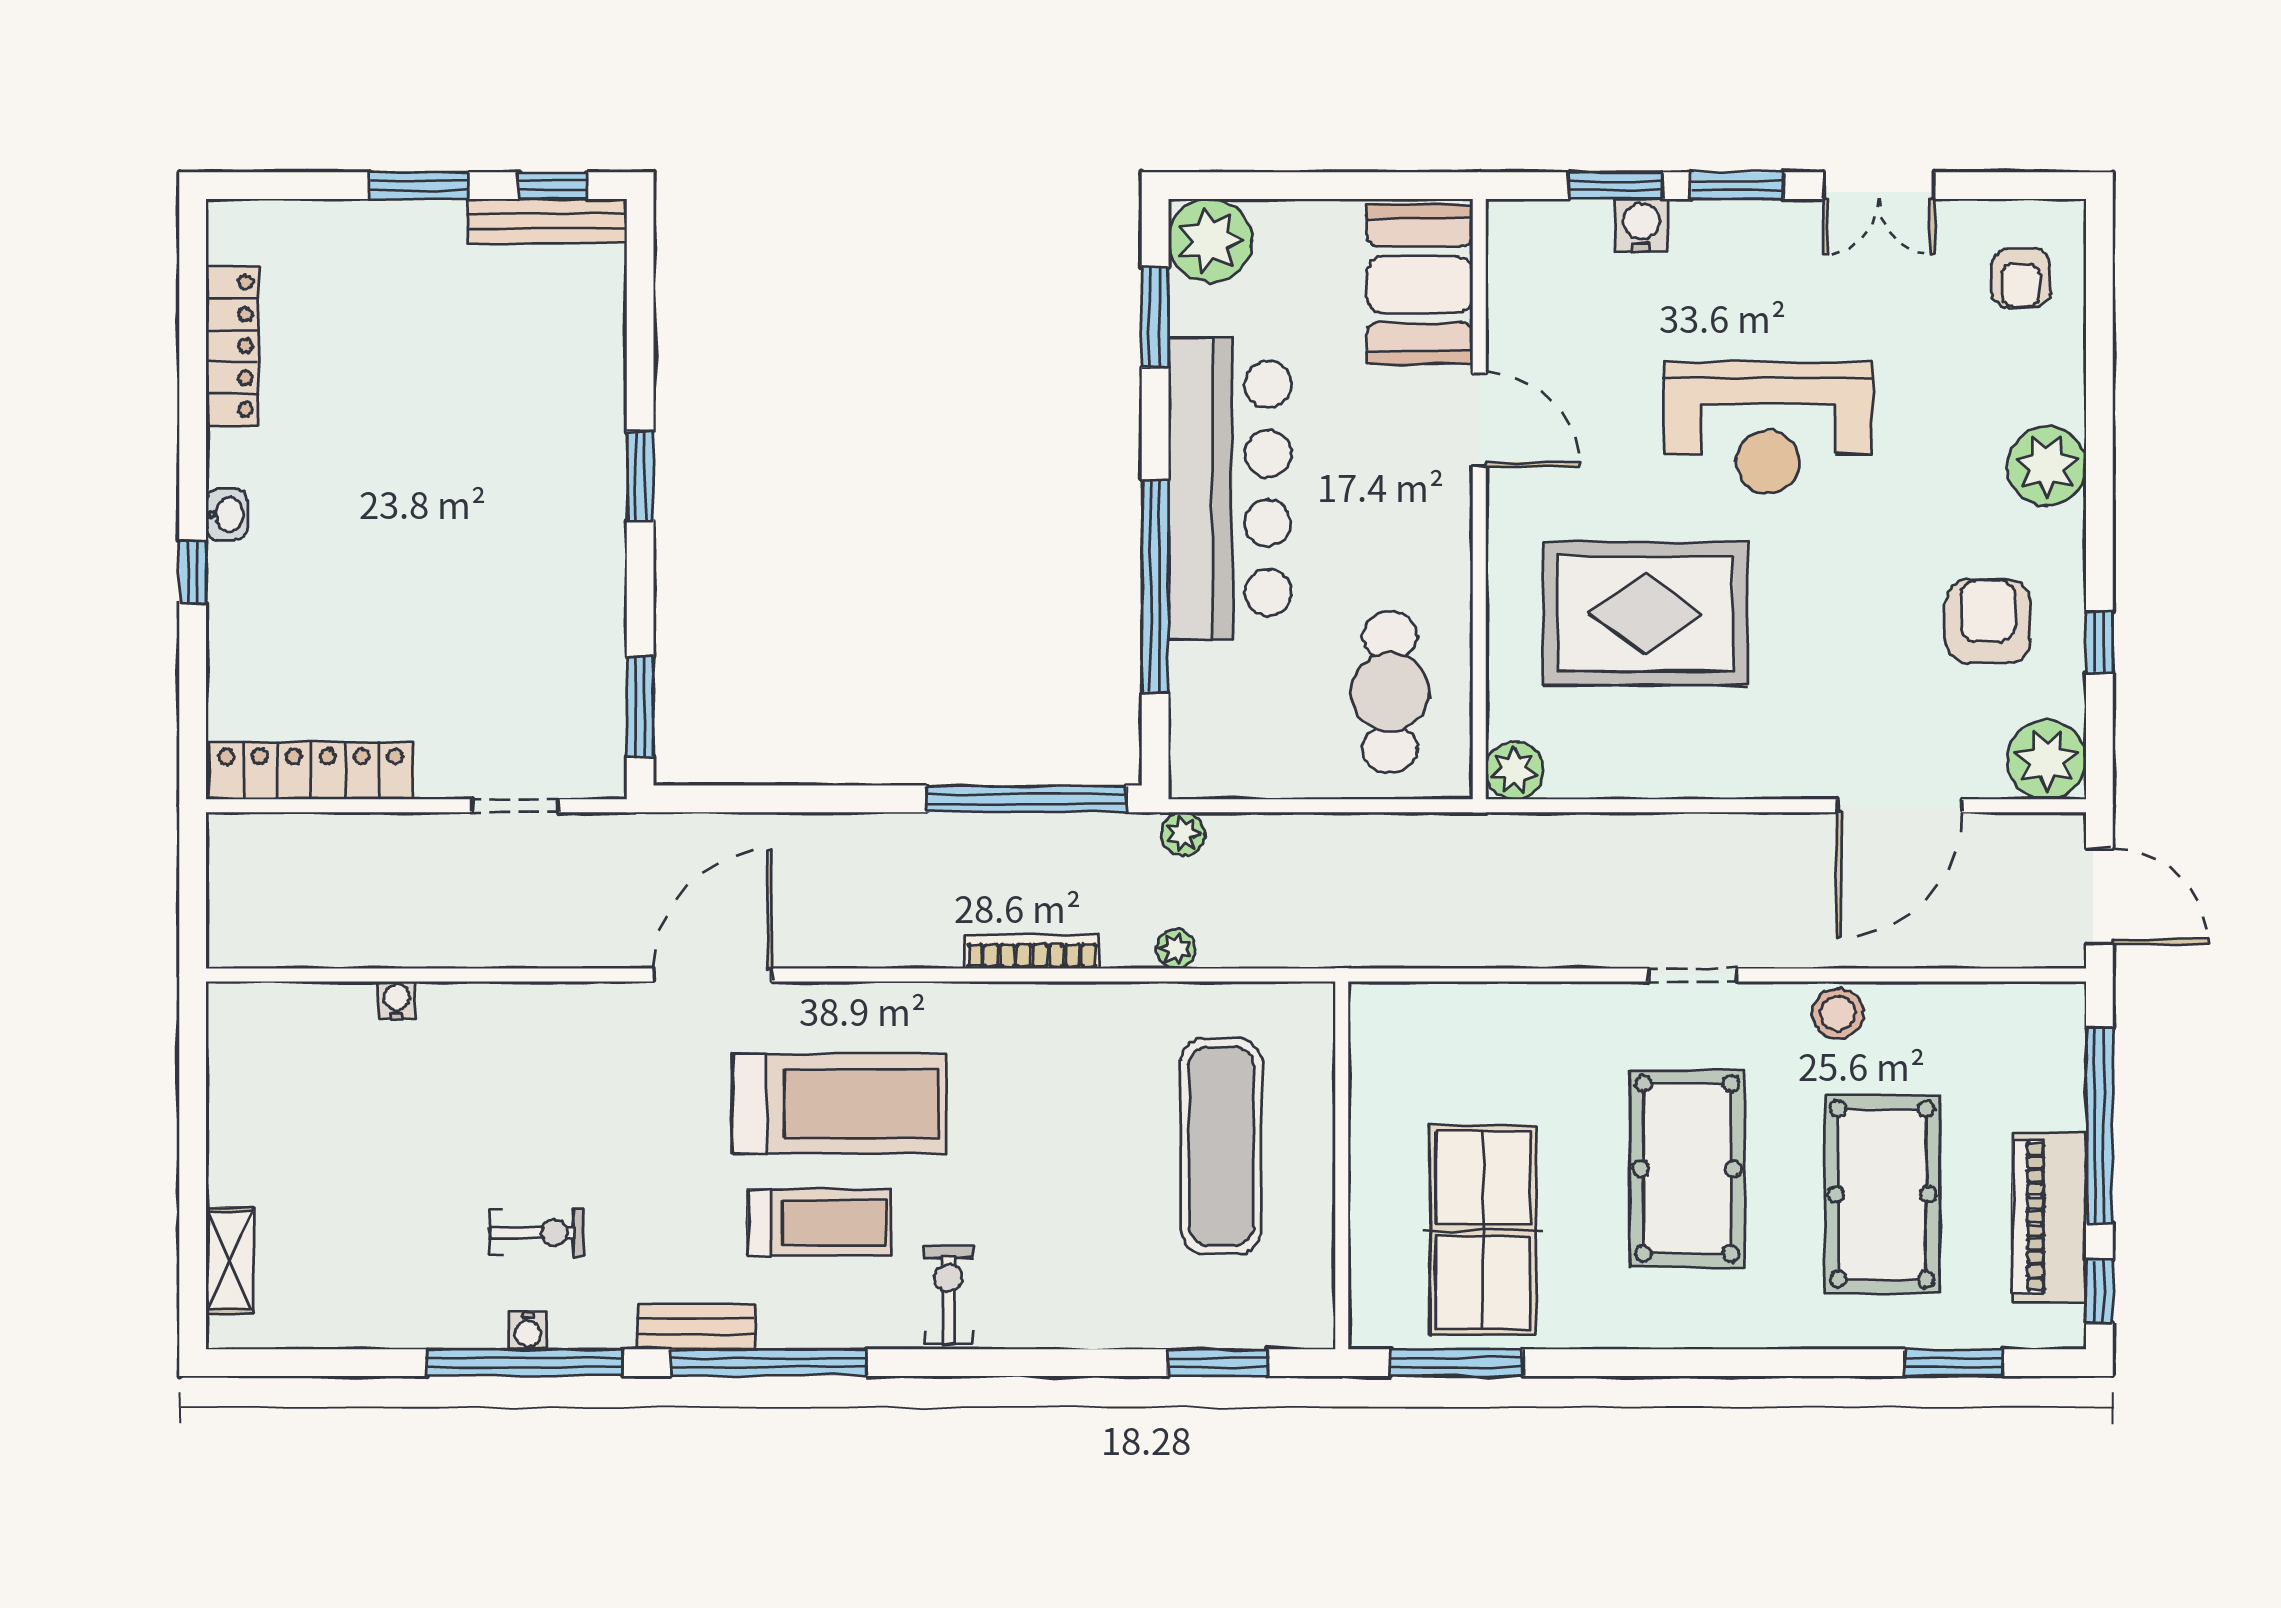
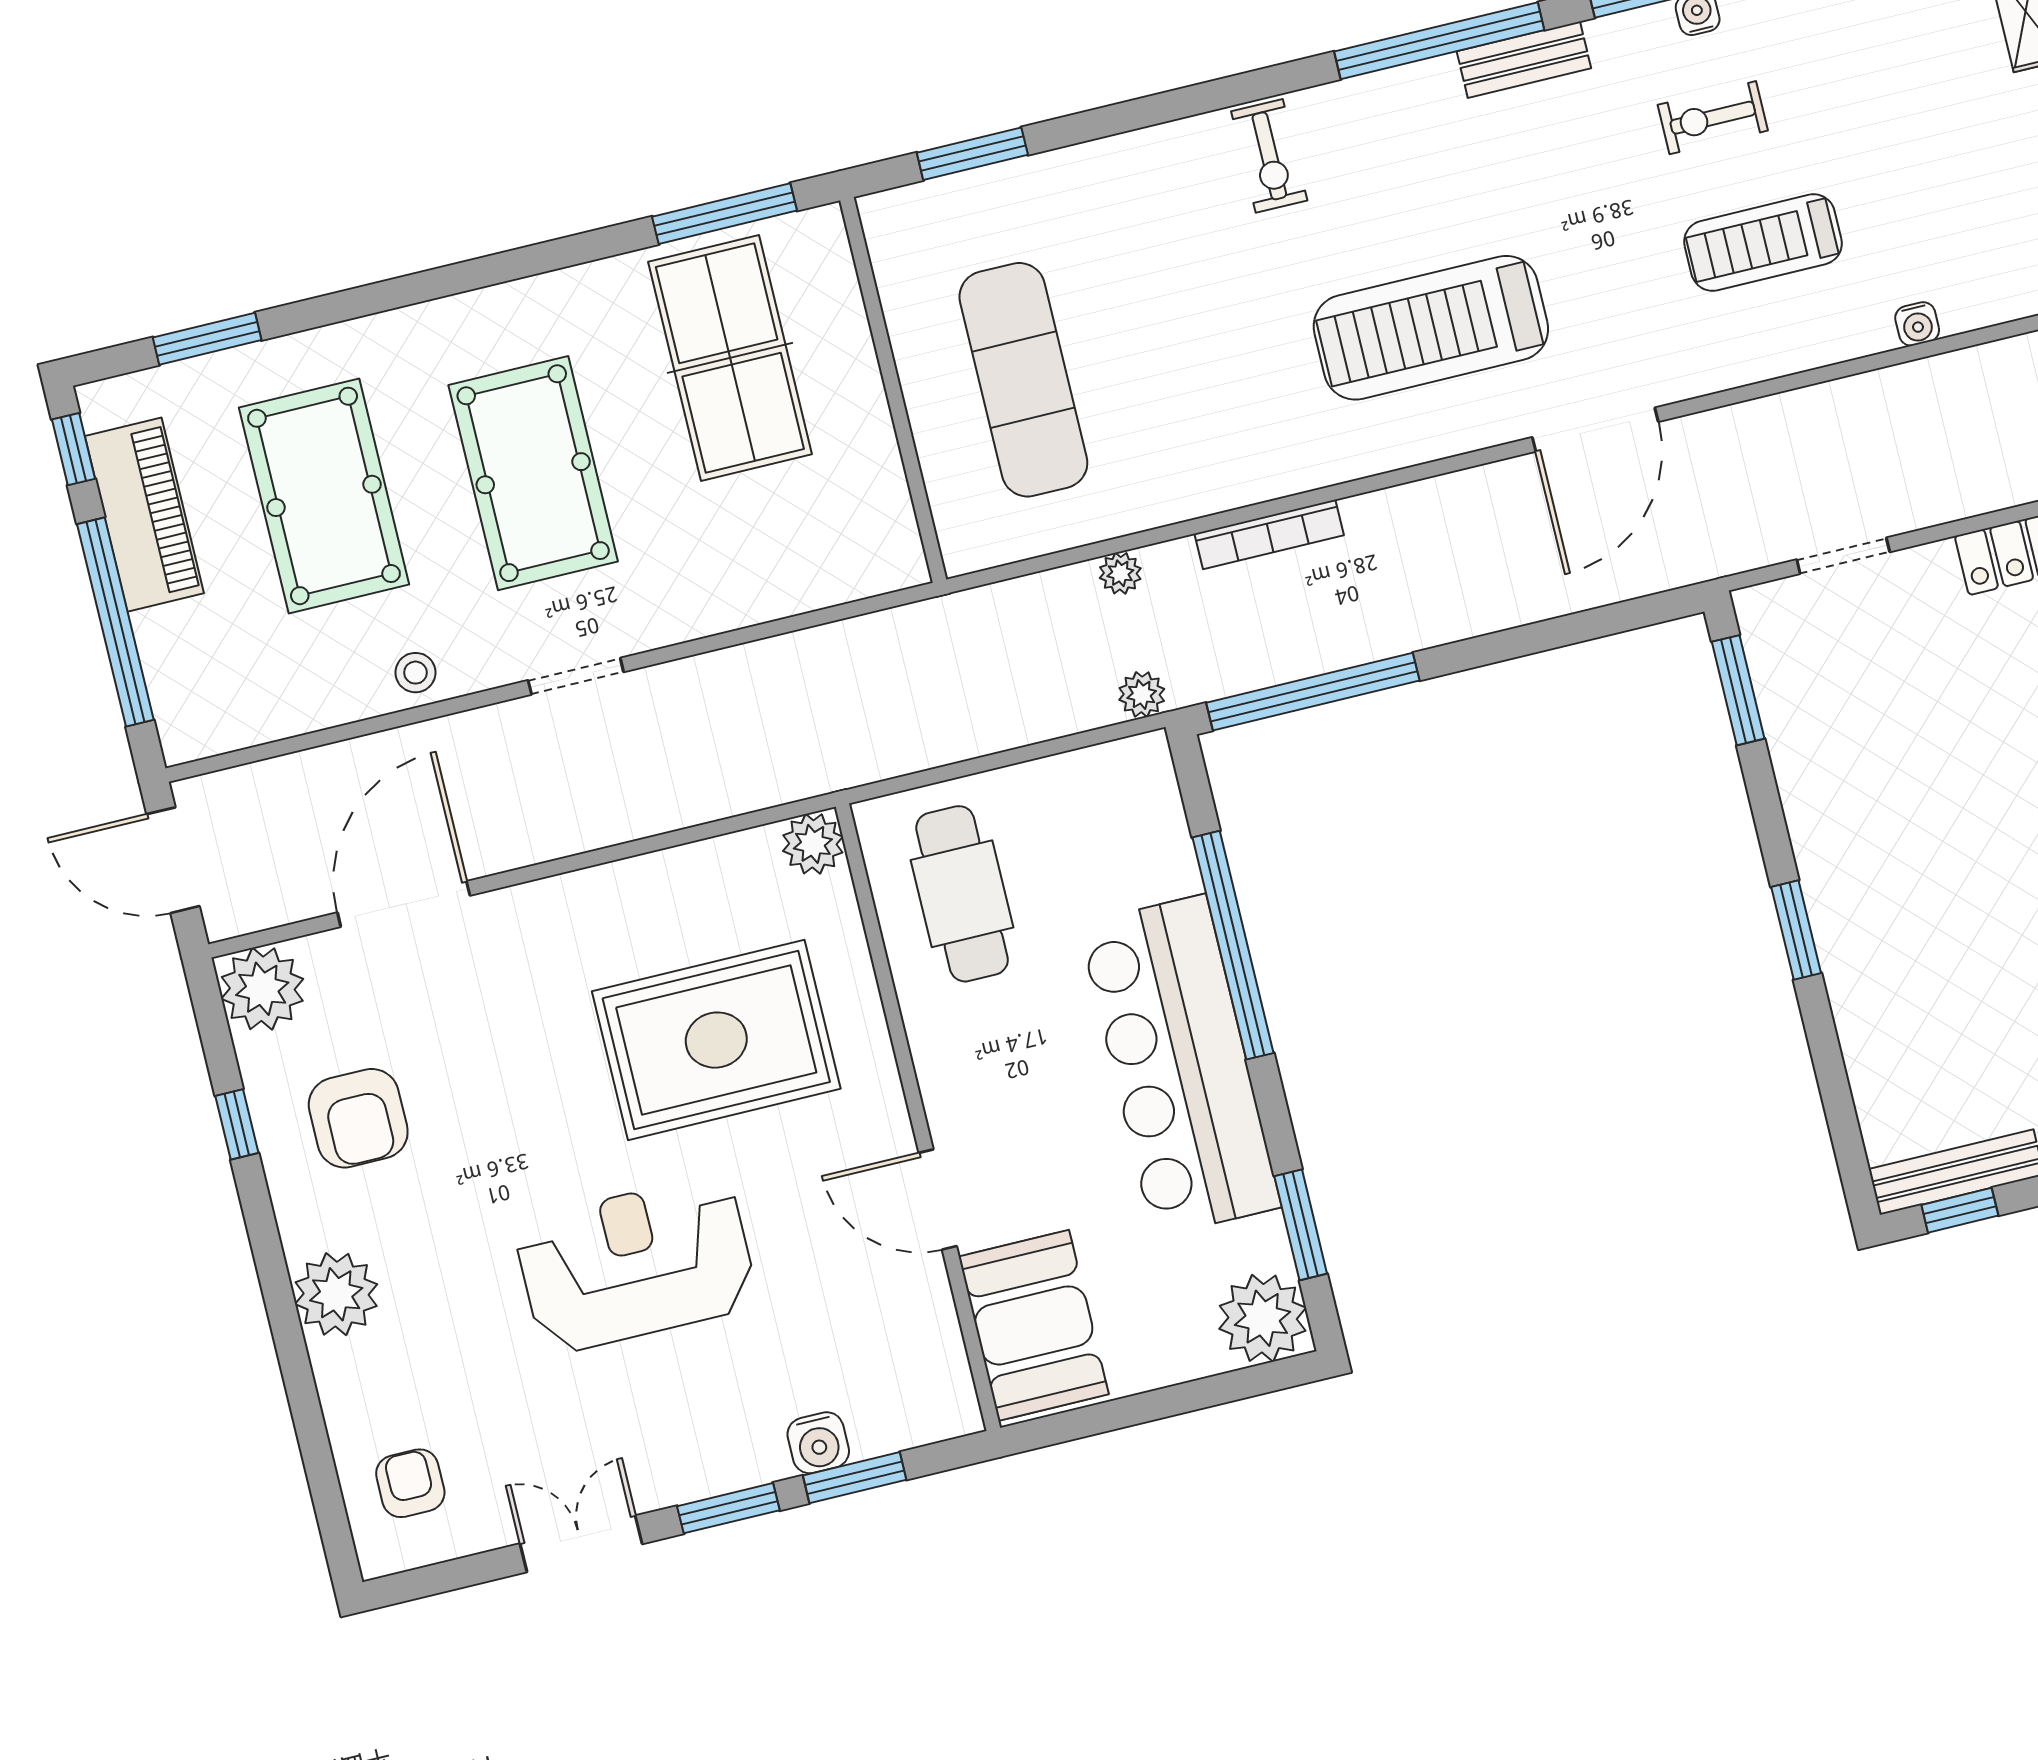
stool: (1838, 1013) -> (415, 673), width x0.73, depth x0.73
treadmill: (820, 1223) -> (1763, 243), moved

